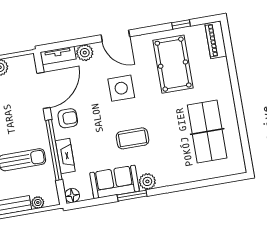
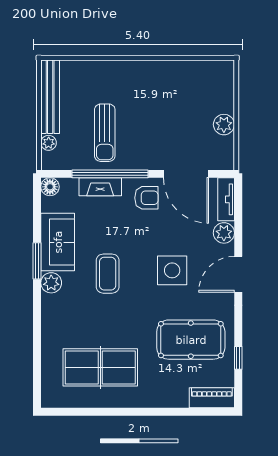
armchair: (68, 118) -> (146, 198), turned -90

